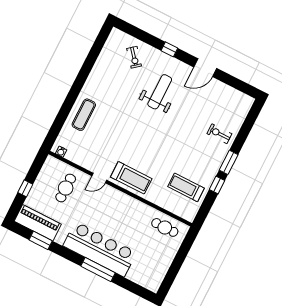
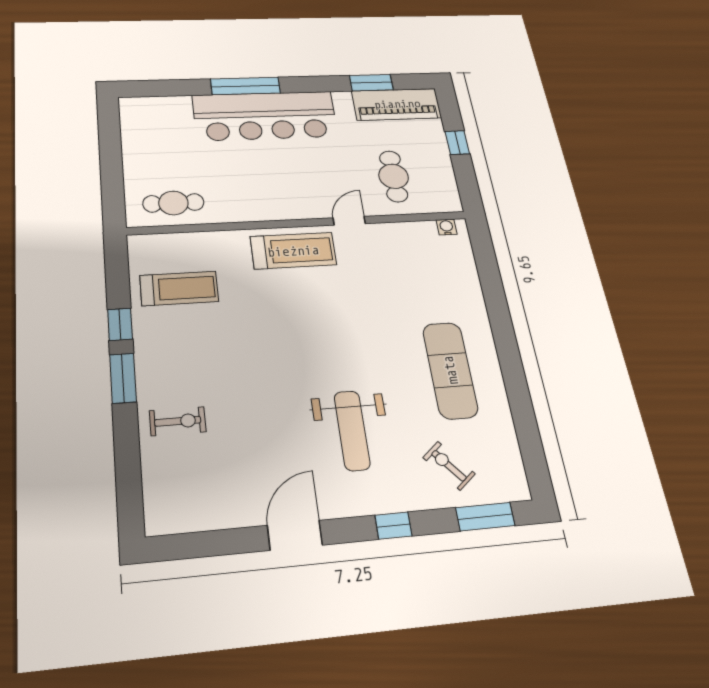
window: (135, 32) -> (485, 517), added
exercise mat: (84, 115) -> (450, 370), moved, width x1.36, depth x1.45
treadmill: (131, 178) -> (293, 251), turned 180

